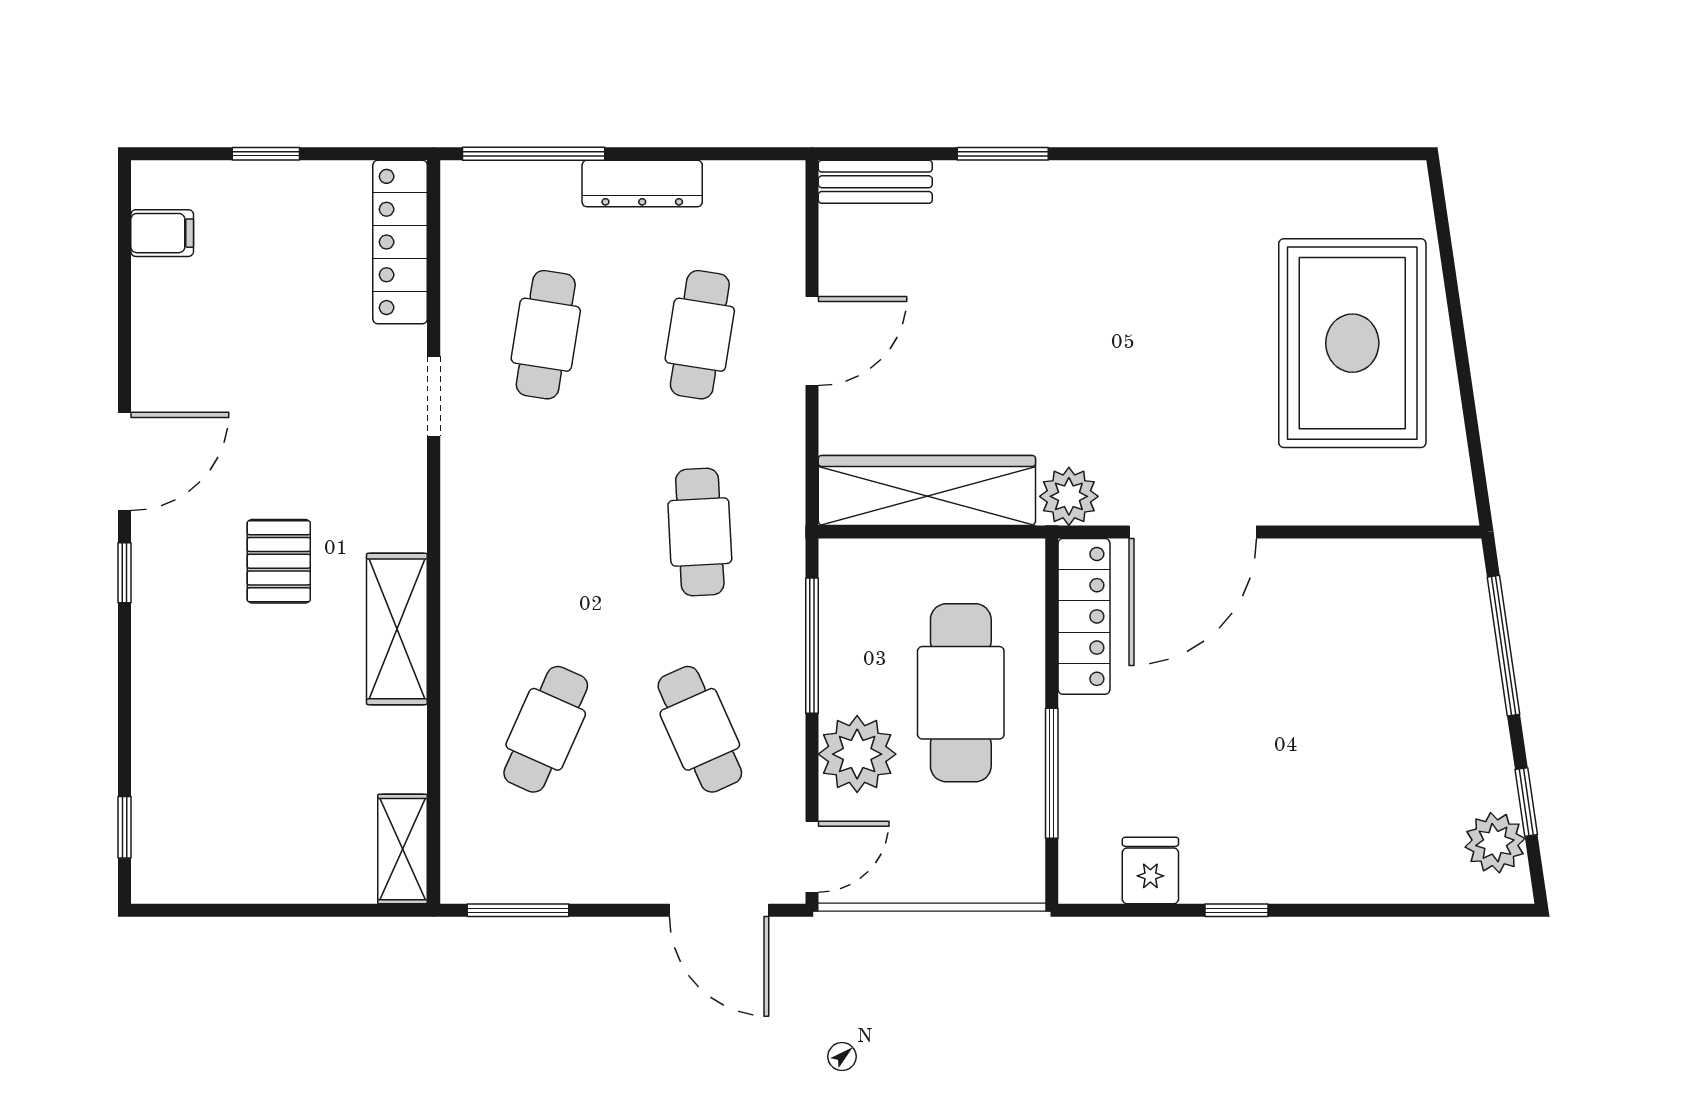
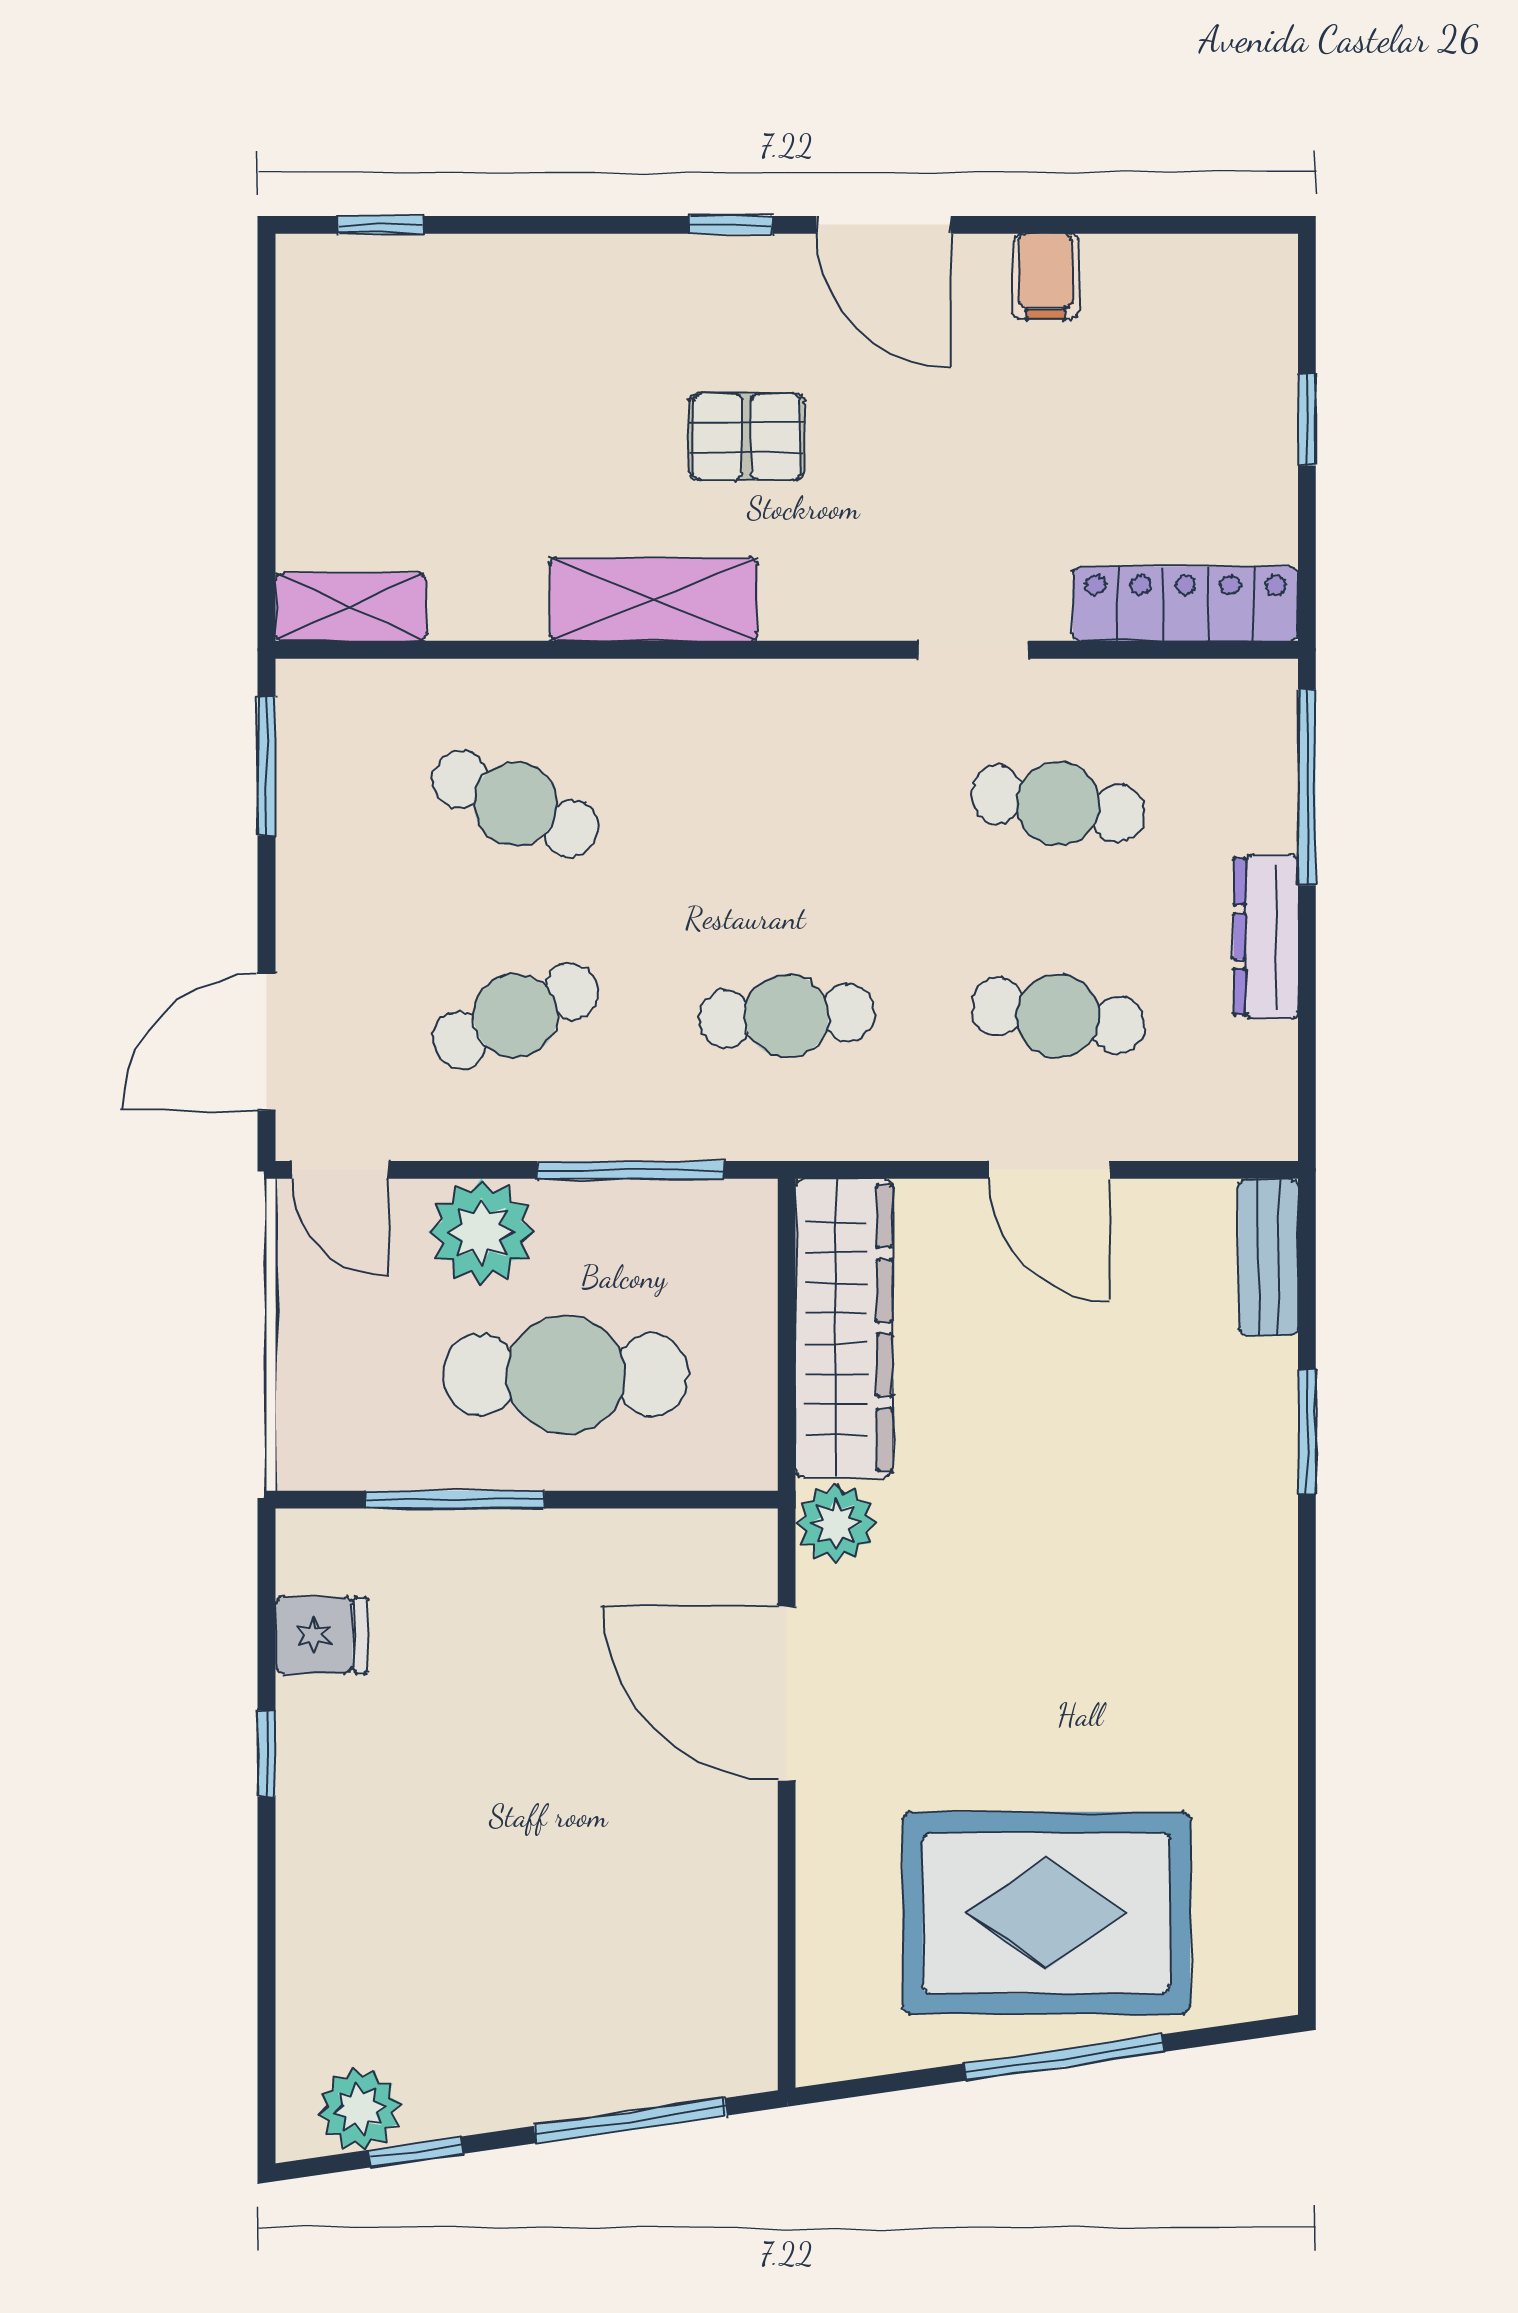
filing cabinet: (162, 233) -> (1046, 277), moved
window: (1458, 330) -> (1064, 2058), added
locker: (1084, 616) -> (671, 1544), removed

